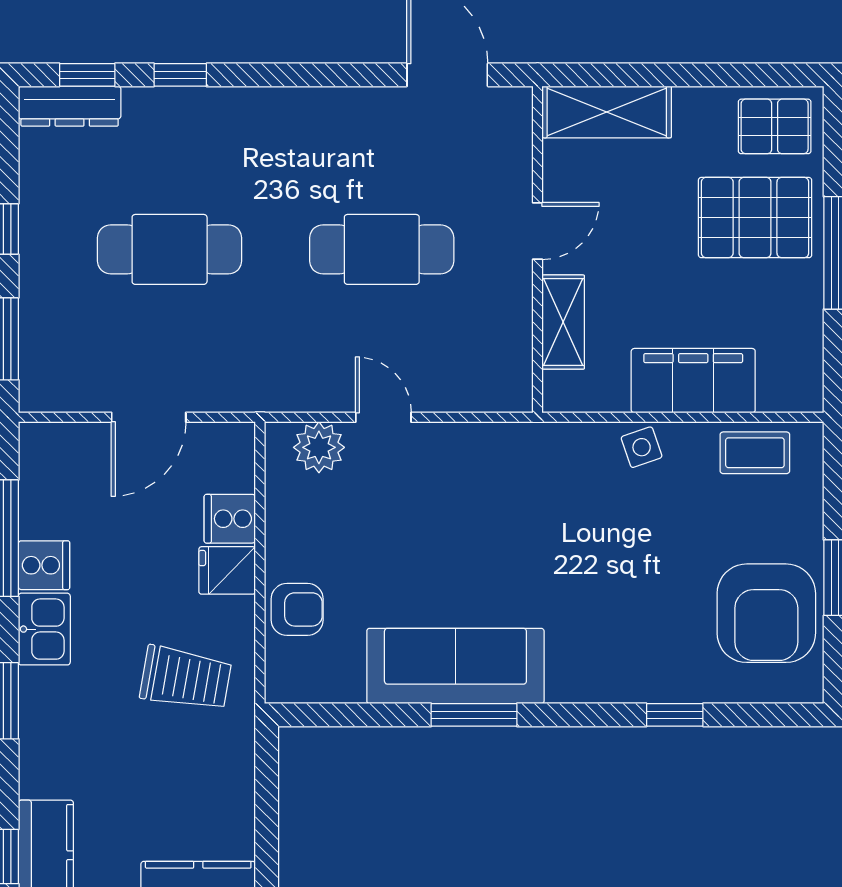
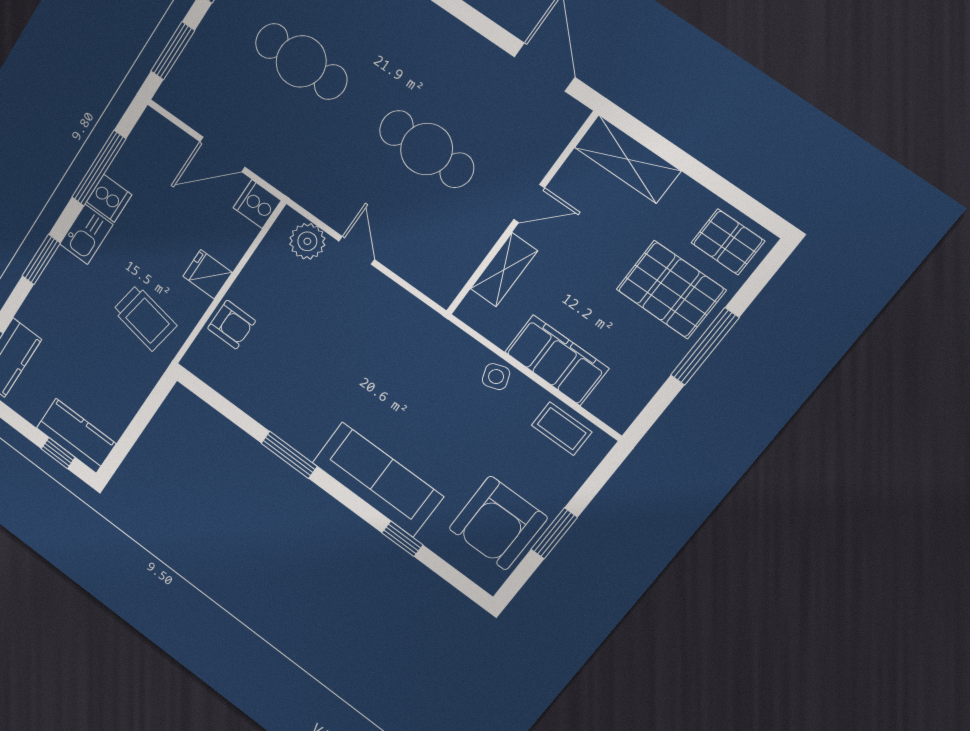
cooker: (230, 519) -> (257, 204), moved
sofa: (455, 666) -> (378, 480), moved

